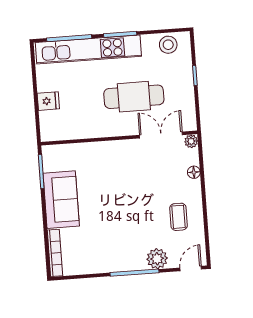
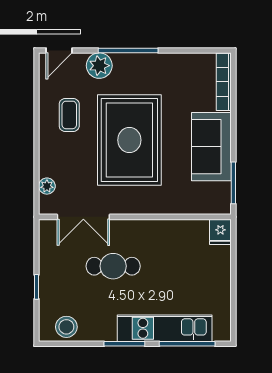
kitchen unit: (88, 49) -> (165, 328), width x0.73
cafe table: (134, 97) -> (113, 266), width x0.73, depth x0.74
fridge: (48, 101) -> (220, 232), moved, turned -90
plant: (191, 141) -> (47, 186), moved
floor lamp: (194, 172) -> (46, 168), removed
rug: (128, 200) -> (129, 140), added

